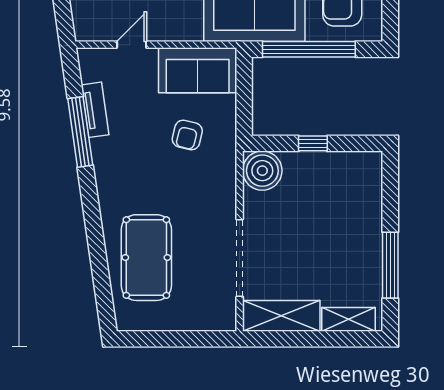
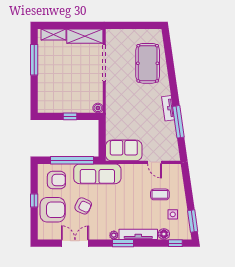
door: (132, 45) -> (155, 162), hinge flipped
tv unit: (95, 110) -> (168, 108), moved
armchair: (187, 135) -> (129, 120), removed
boiler: (262, 171) -> (98, 108), width x0.54, depth x0.54

